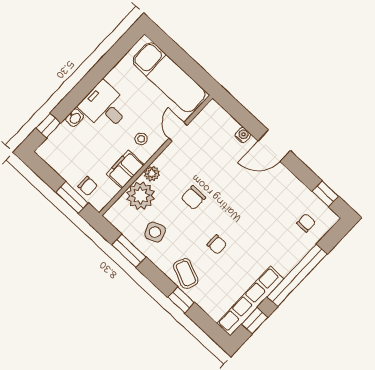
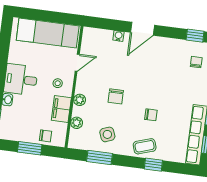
door: (178, 132) -> (77, 63), swing flipped
plant: (140, 196) -> (77, 123), width x0.53, depth x0.53
window: (72, 197) -> (30, 148), moved
coffee table: (186, 273) -> (145, 146), turned -41

